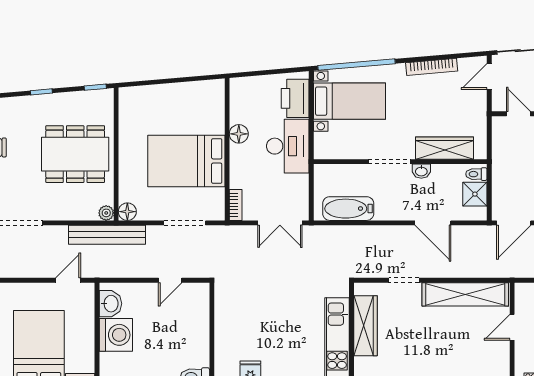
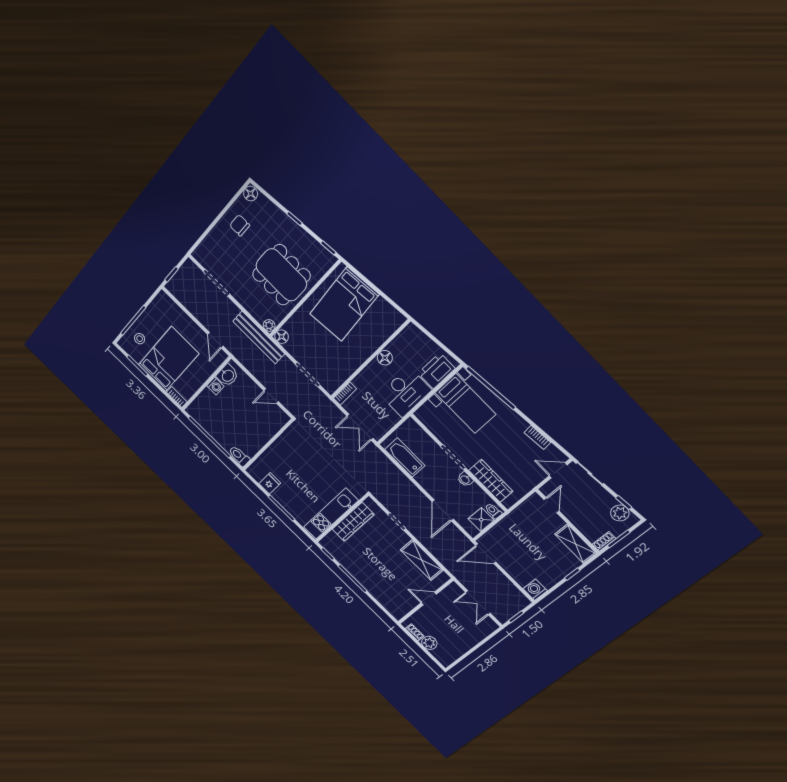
bookcase: (432, 67) -> (537, 437), width x0.64
bed: (186, 161) -> (344, 304), moved, turned -95
door: (68, 280) -> (215, 340), swing flipped
shelving: (465, 294) -> (422, 560), width x0.68
washing machine: (116, 335) -> (215, 386), width x0.53, depth x0.53

